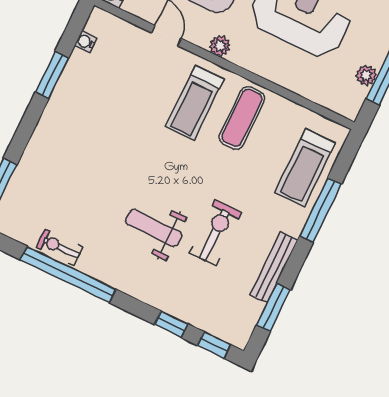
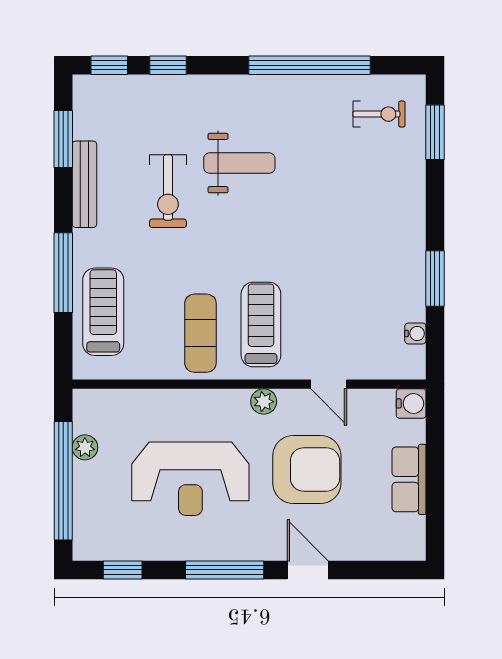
exercise bike: (59, 247) -> (379, 114), moved

